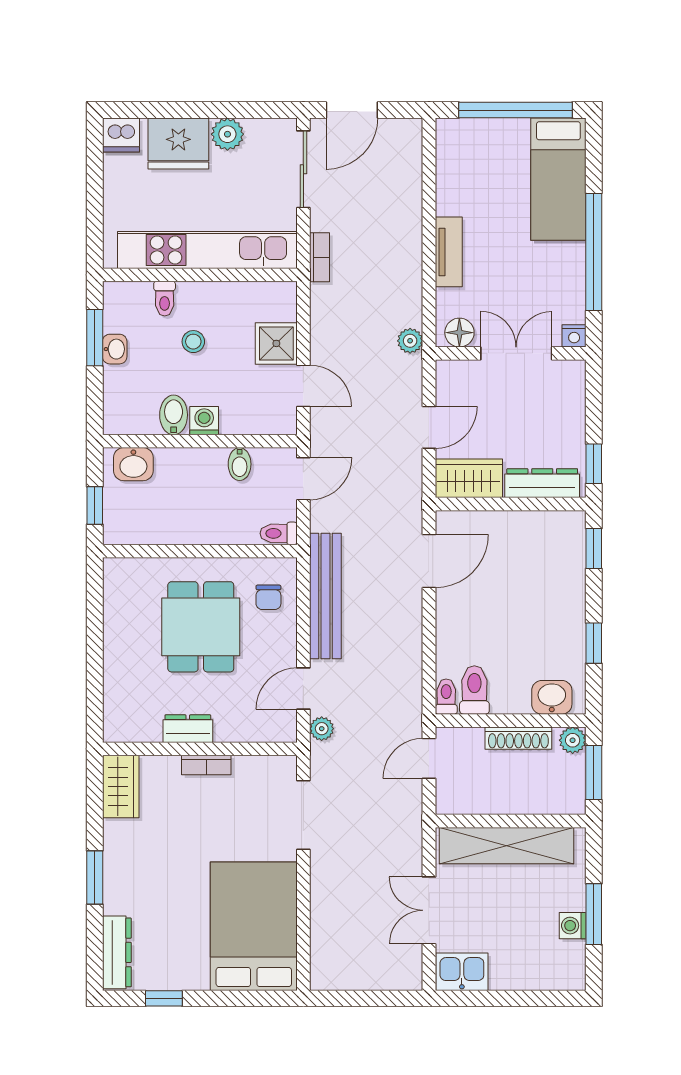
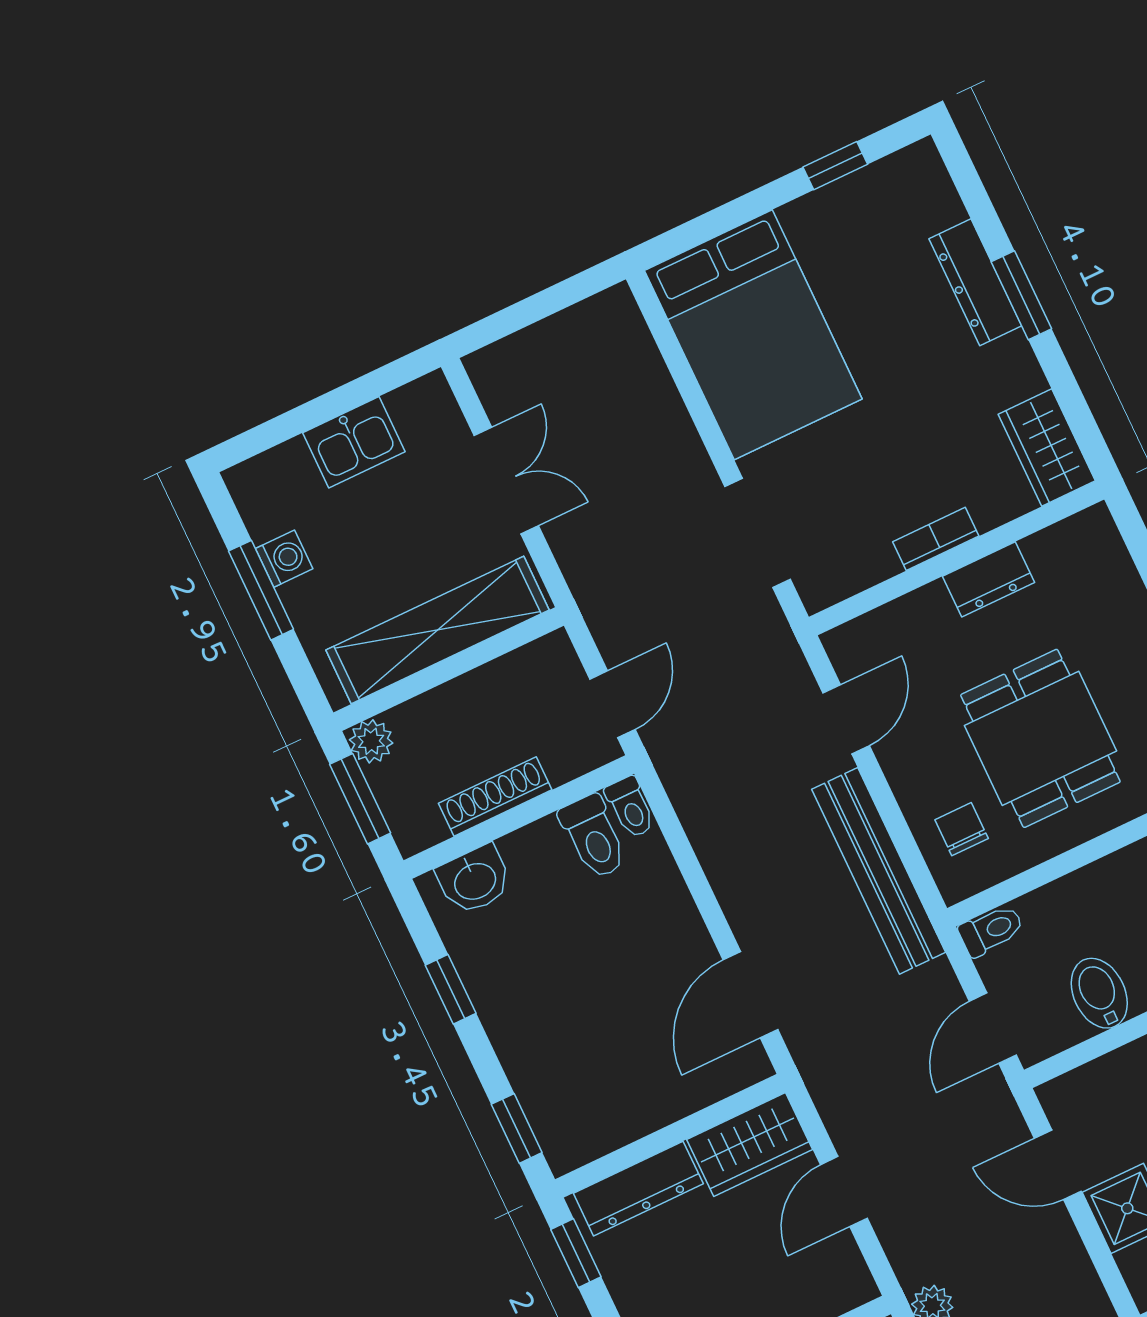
bidet: (240, 464) -> (1099, 993), width x1.38, depth x1.36
plant: (322, 729) -> (791, 673), removed
plant: (573, 740) -> (371, 741), moved
dresser: (117, 952) -> (975, 282), moved
kitchen sink: (462, 972) -> (354, 442), moved

